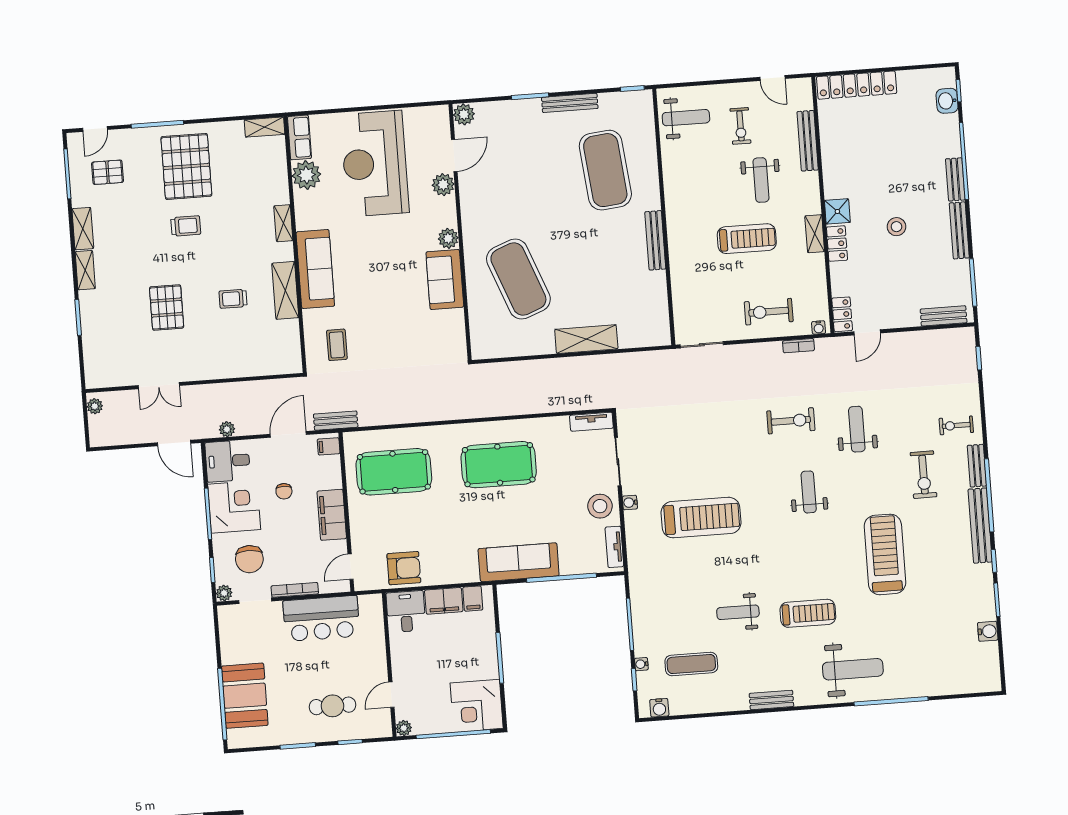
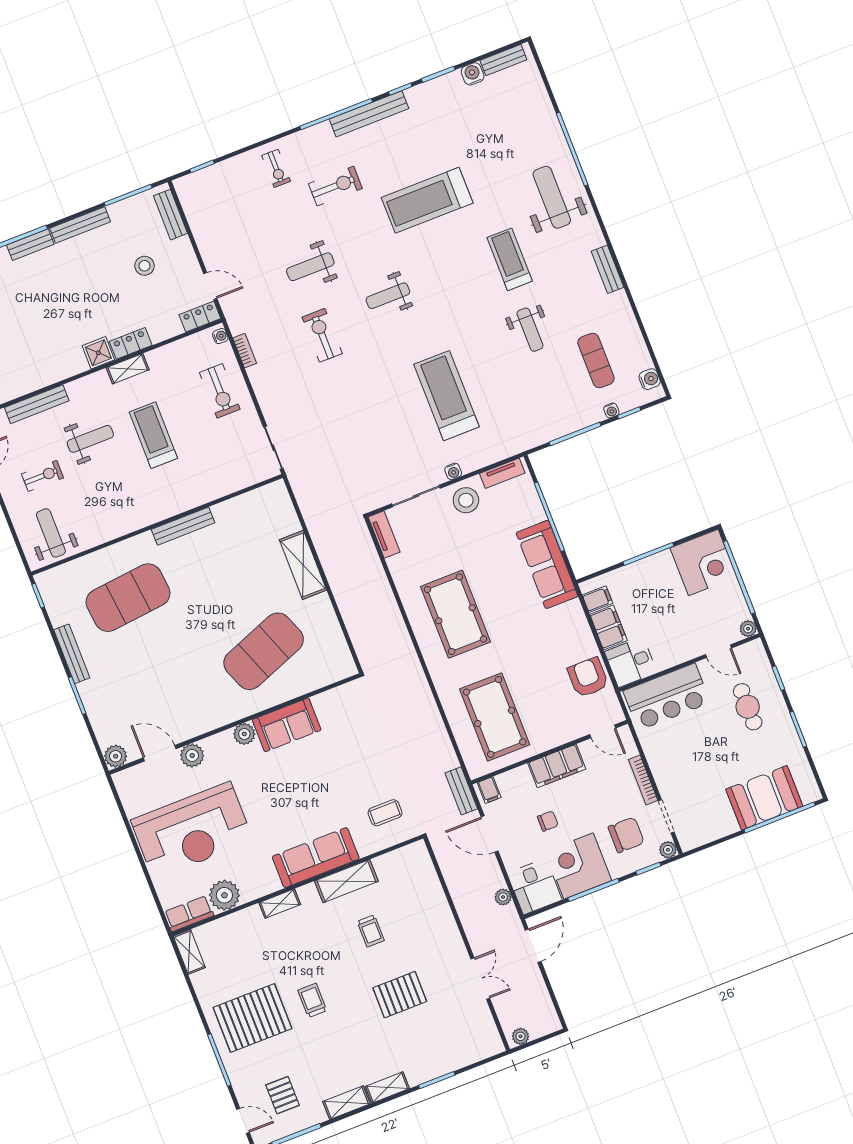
stool: (896, 227) -> (145, 266), moved
bench: (977, 466) -> (503, 60), moved
bar counter: (321, 618) -> (667, 697), moved, turned 90

